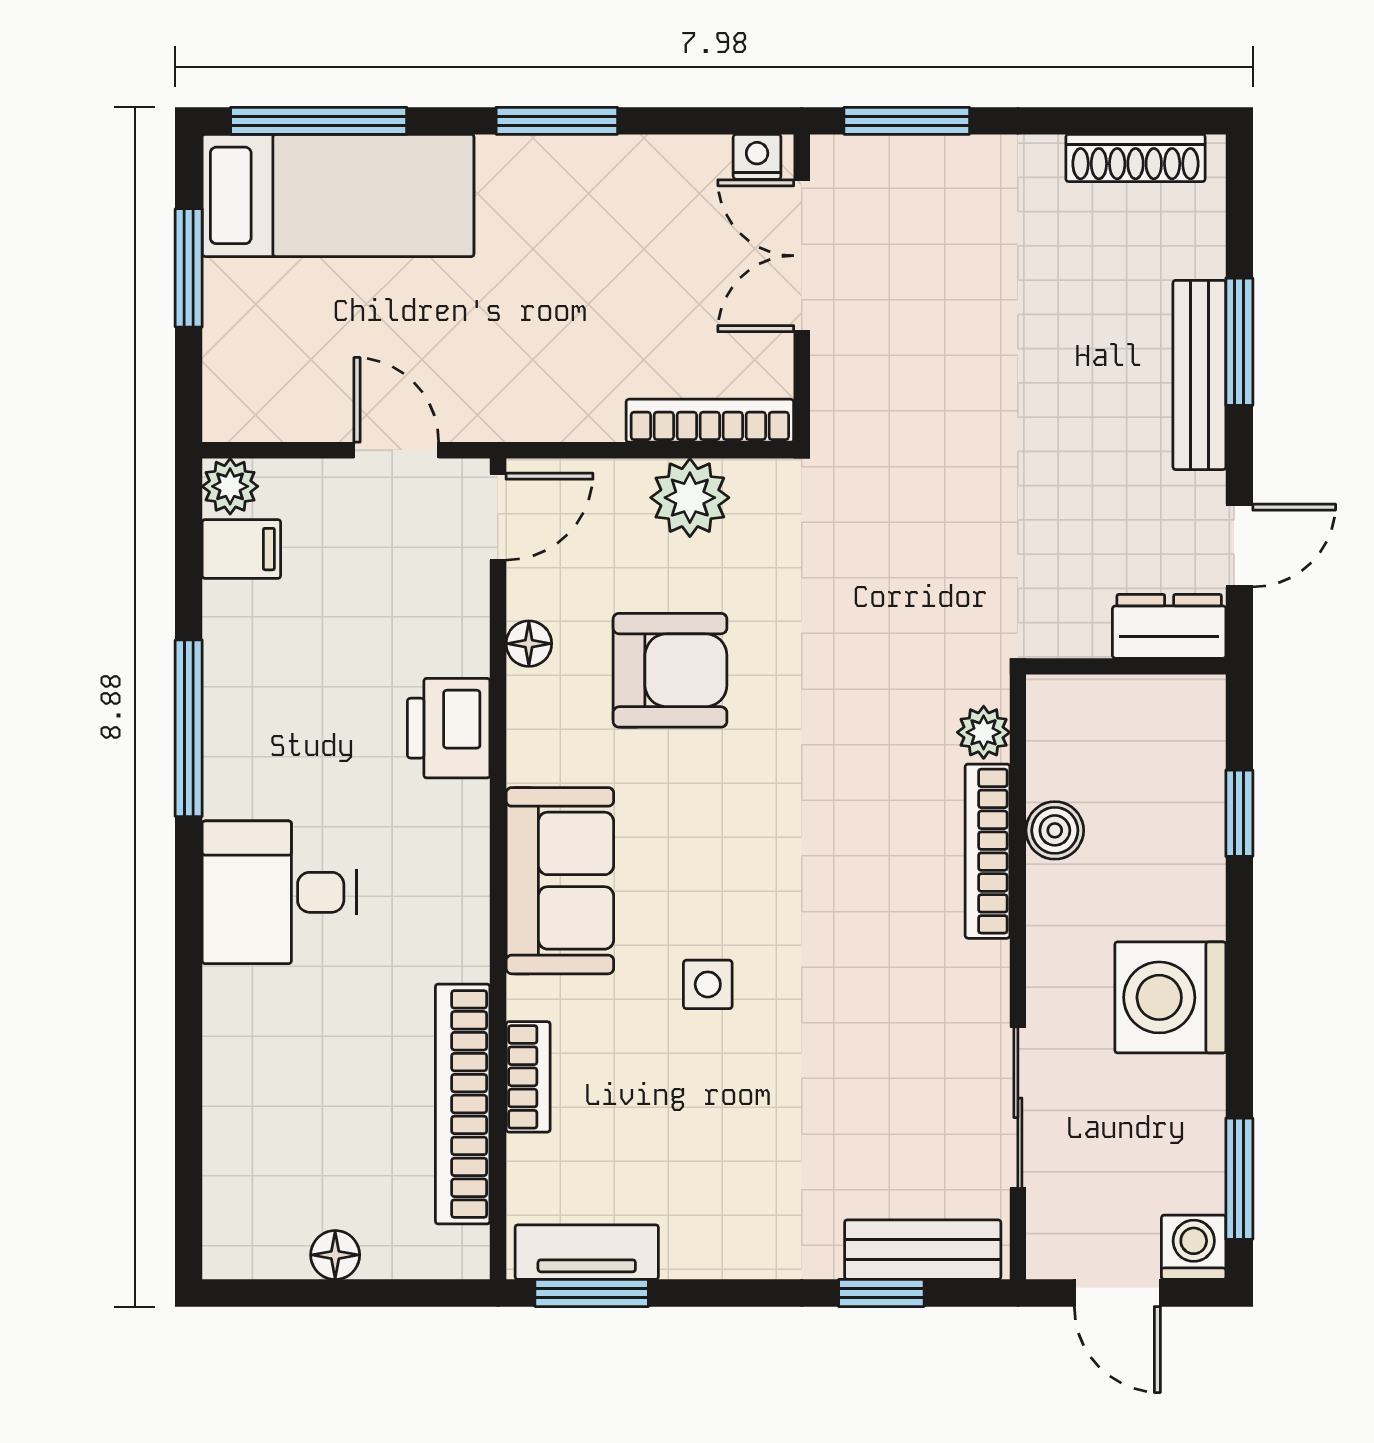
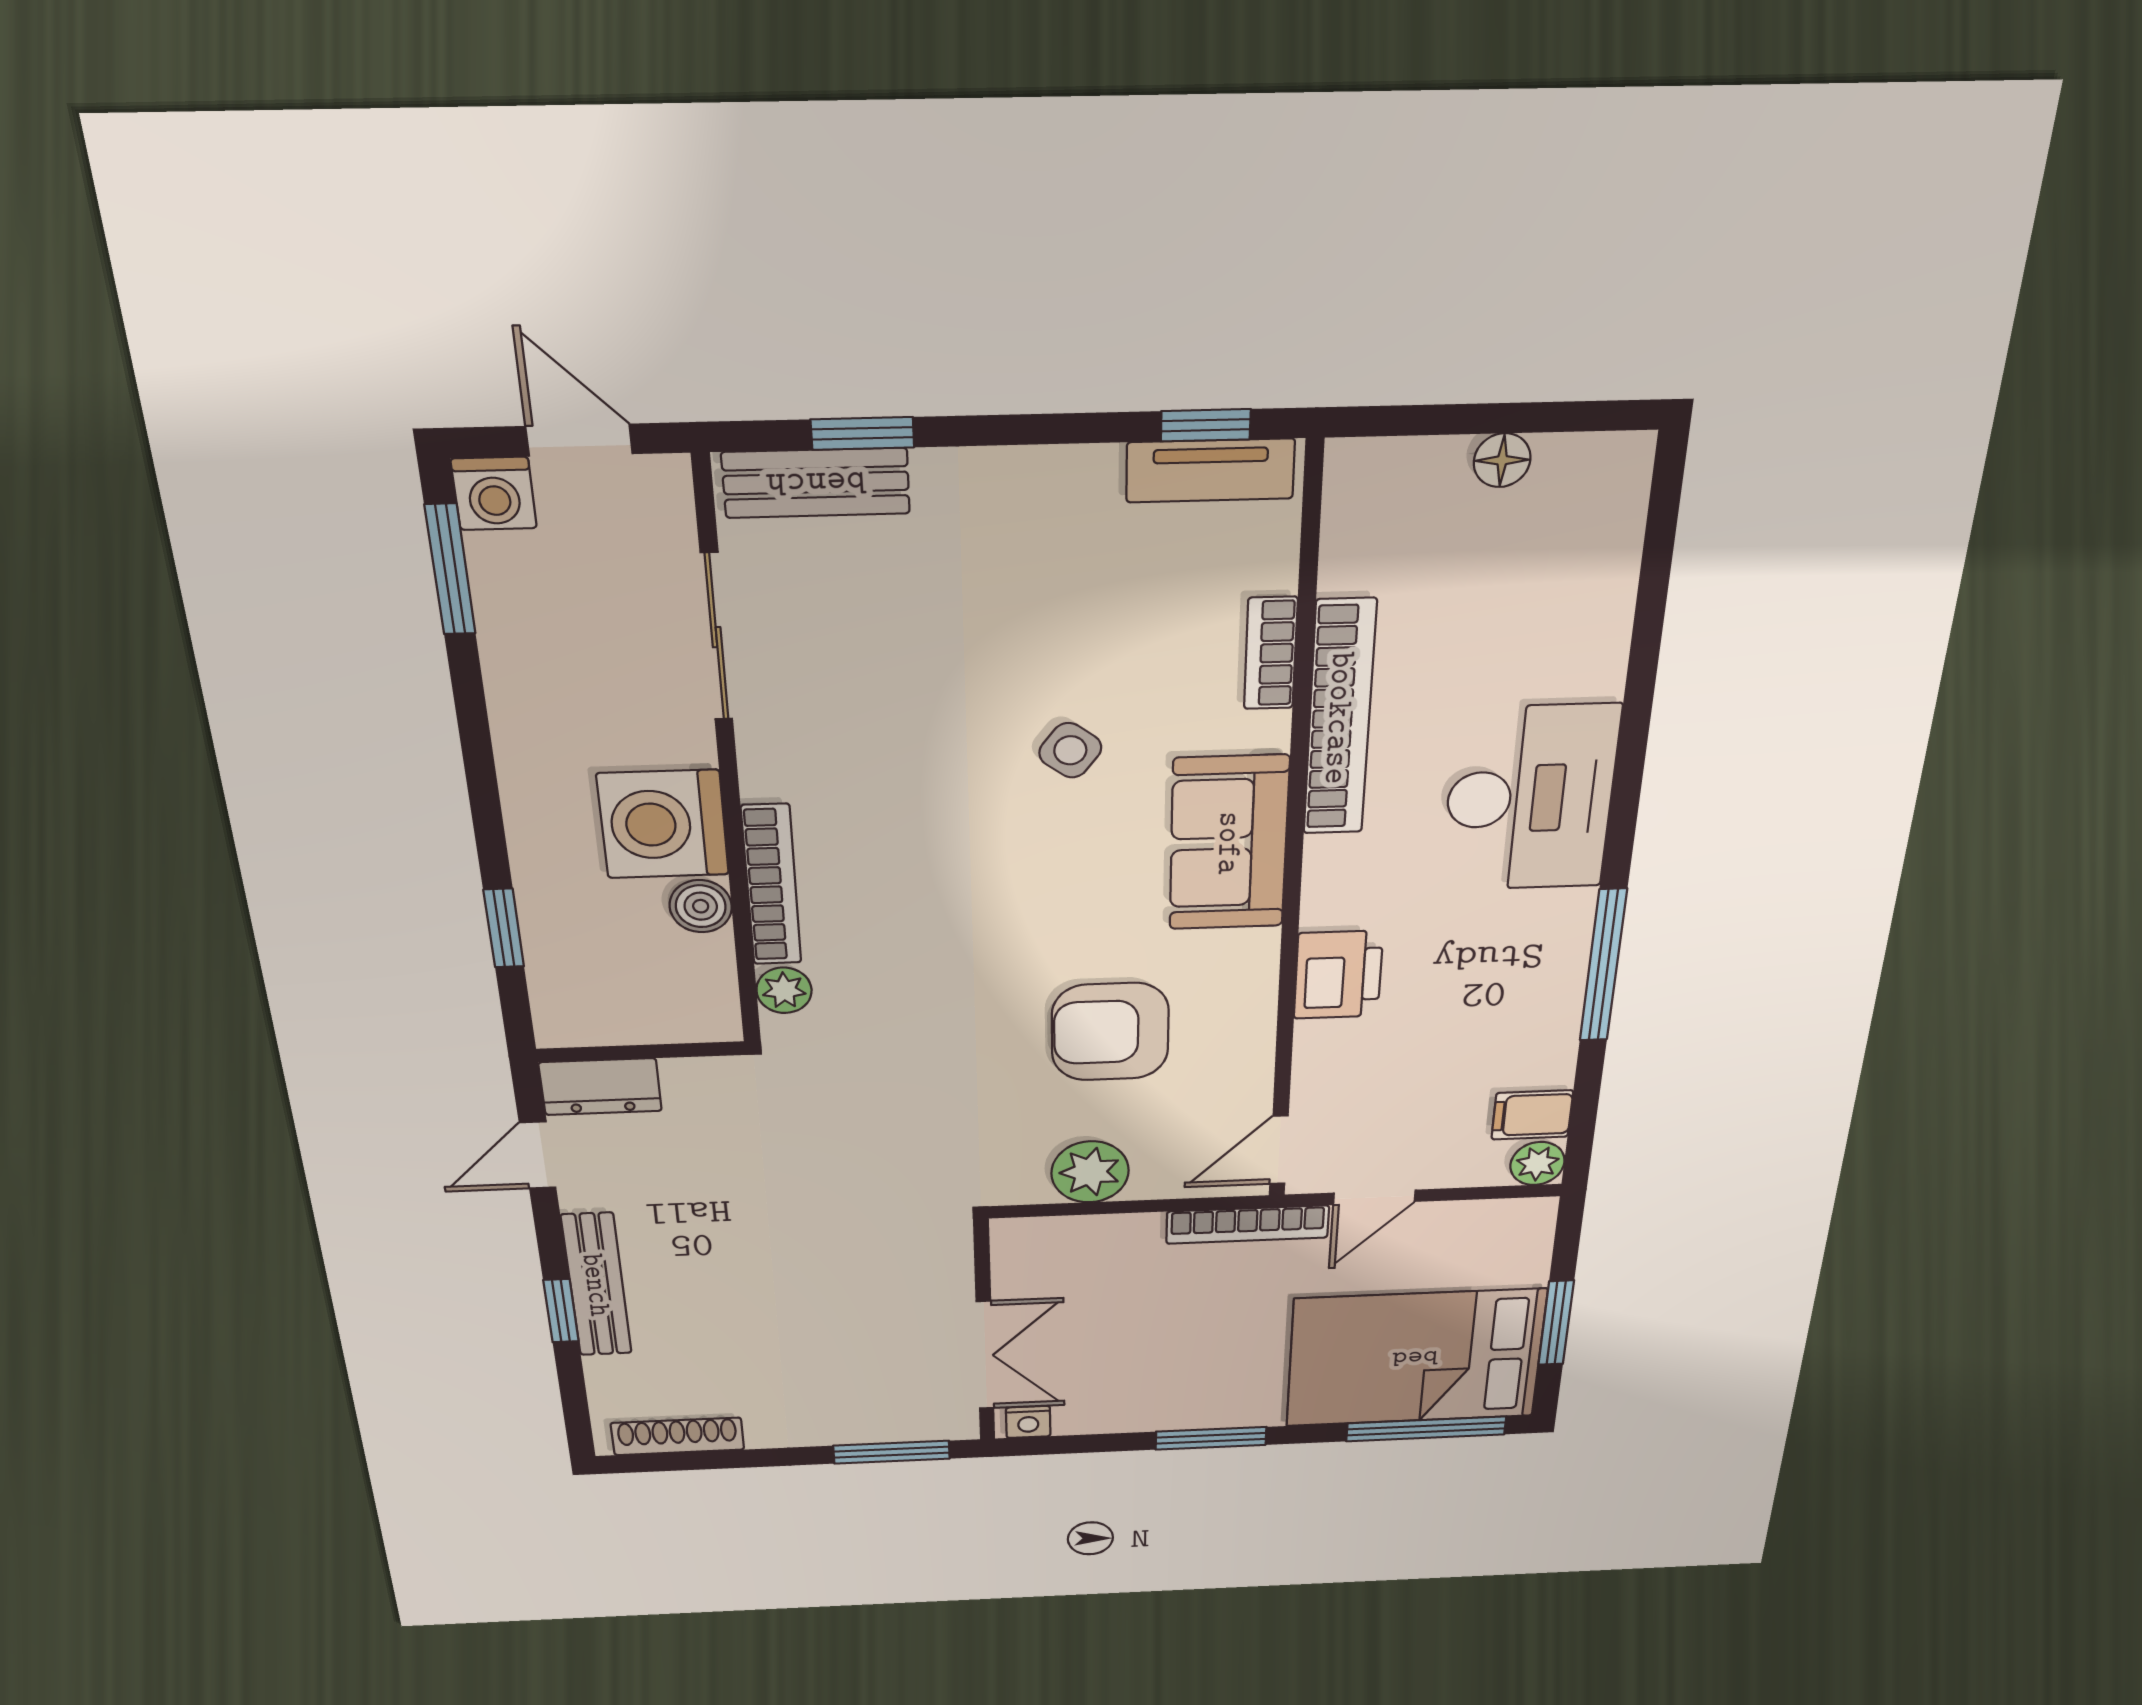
bed: (338, 195) -> (1415, 1358), width x1.50
window: (1239, 342) -> (561, 1311), width x0.67
bookcase: (710, 421) -> (1248, 1225), moved
door: (396, 450) -> (1374, 1197), hinge flipped
floor lamp: (529, 644) -> (1253, 1049), removed
desk: (279, 892) -> (1530, 798), width x1.37
side table: (708, 984) -> (1070, 750), turned 37
washing machine: (1170, 997) -> (663, 824), moved, turned 180
bookcase: (463, 1104) -> (1339, 718), moved
window: (592, 1293) -> (1206, 425), width x0.67

